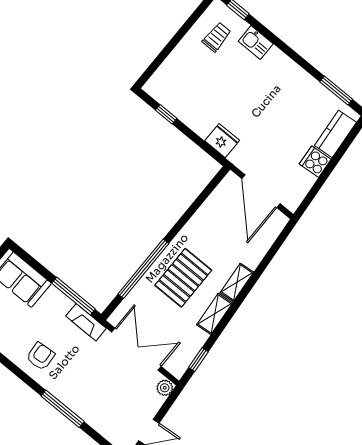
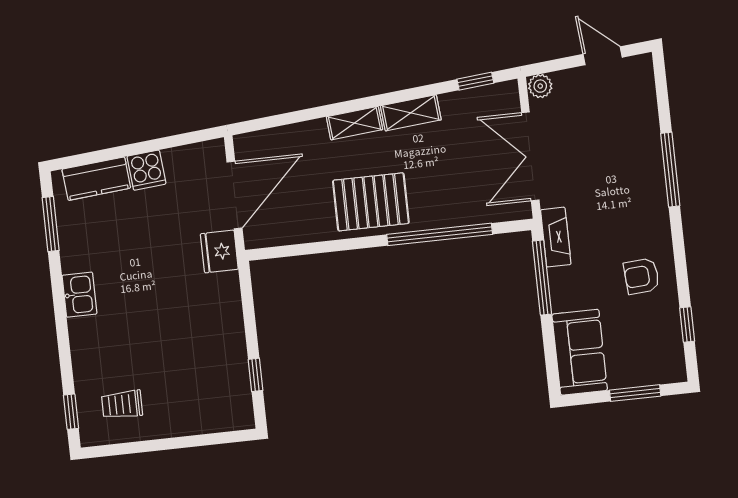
kitchen sink: (256, 43) -> (79, 295), moved
fridge: (222, 141) -> (219, 251), moved
pallet: (183, 278) -> (371, 202), moved
armchair: (40, 356) -> (642, 276), moved

